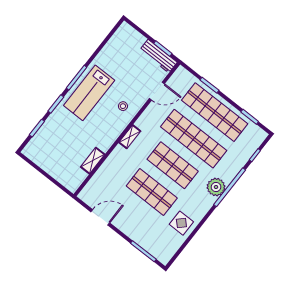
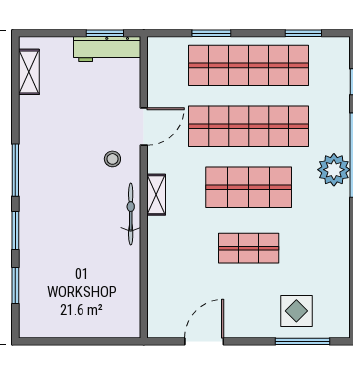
door: (157, 91) -> (144, 126), moved
lab bench: (89, 93) -> (50, 178), removed
bicycle: (112, 136) -> (131, 214), added
shelving: (93, 161) -> (29, 72), moved
shop shelf: (152, 192) -> (249, 248), width x0.70, depth x0.74
display table: (181, 223) -> (296, 311), moved

